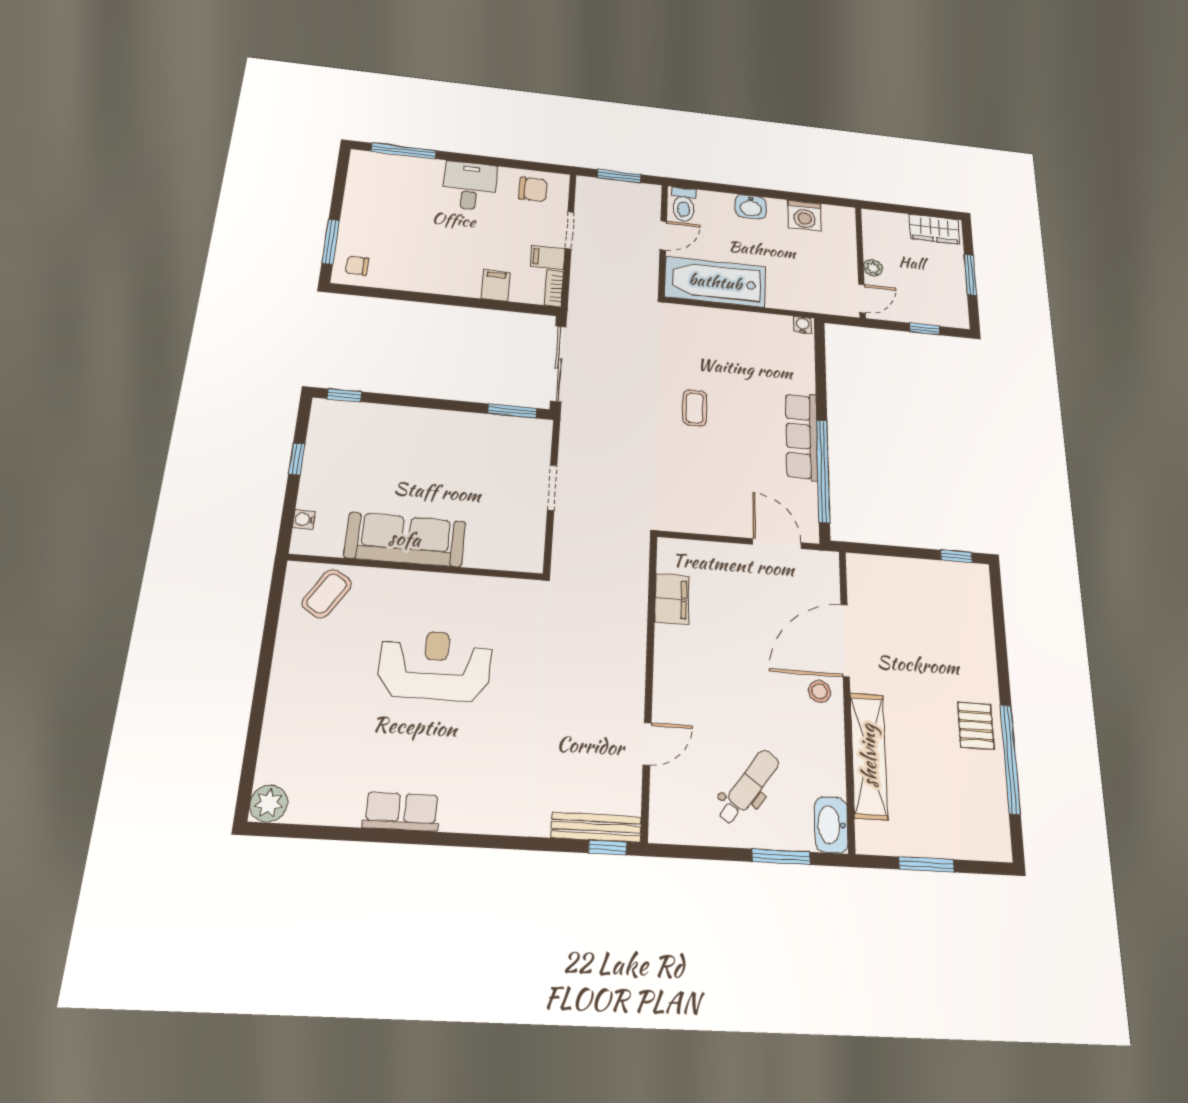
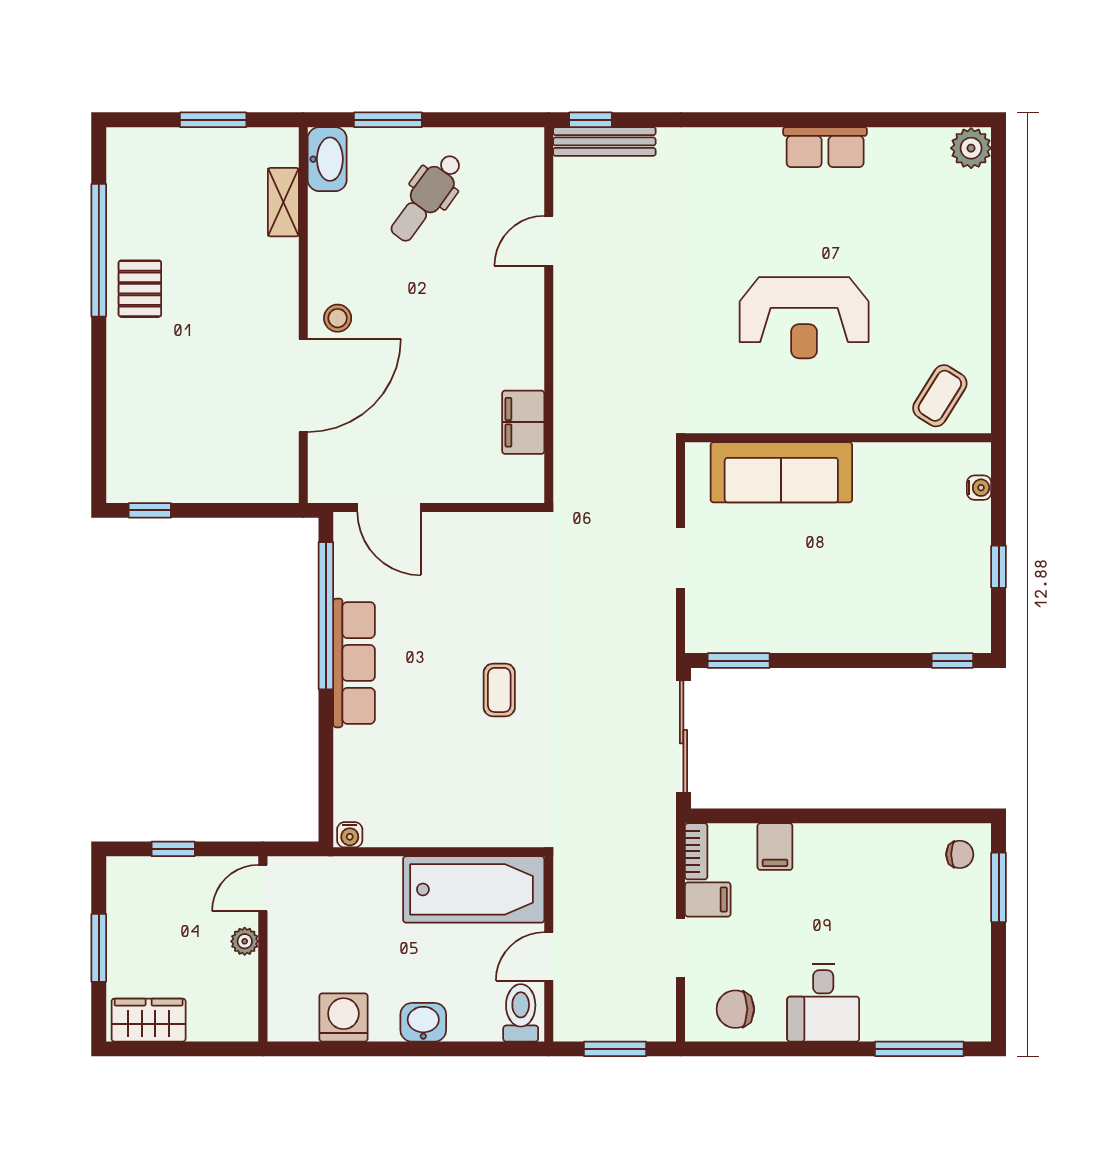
sofa: (405, 539) -> (781, 472), moved
shelving: (869, 756) -> (283, 202), width x0.45, depth x0.75

